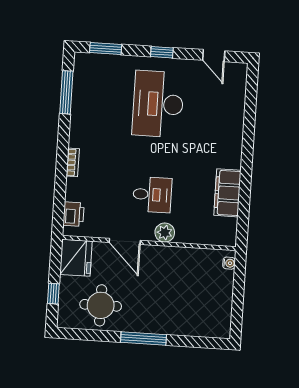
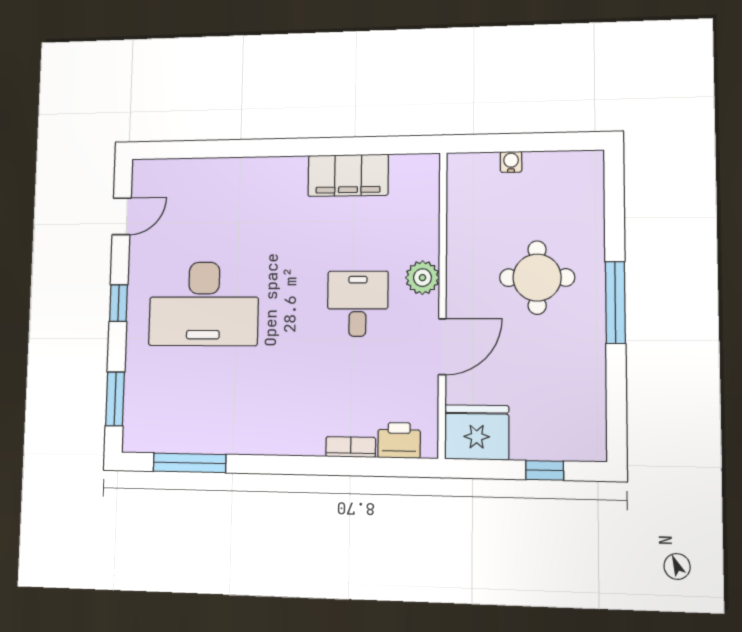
bookcase: (73, 162) -> (351, 447), moved
water cooler: (229, 263) -> (511, 162), moved
round table: (101, 305) -> (537, 278), moved

